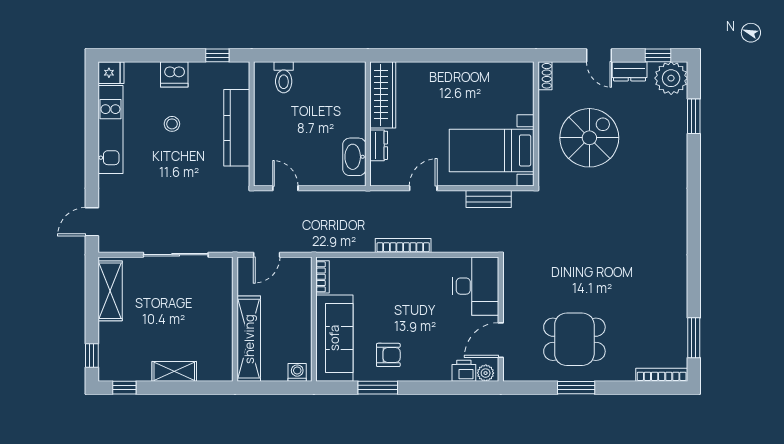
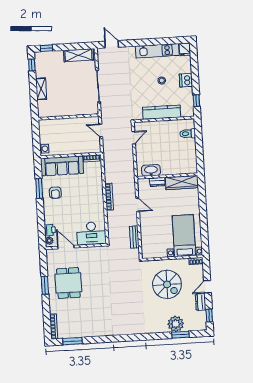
plant: (671, 78) -> (176, 324), moved
bed with nightstands: (492, 150) -> (184, 236), moved
shelving: (249, 339) -> (59, 124), removed

